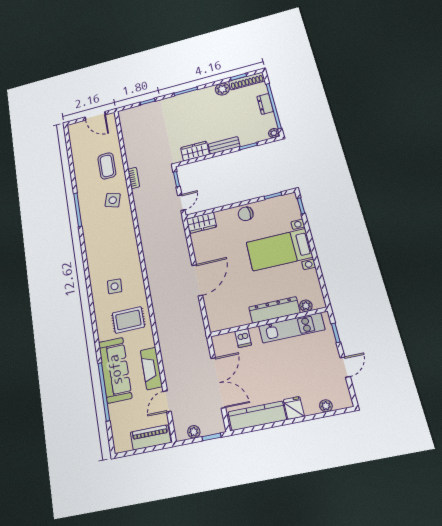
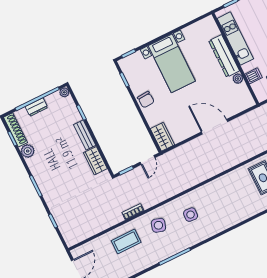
door: (181, 203) -> (148, 160), swing flipped
side table: (115, 286) -> (191, 215), moved
plant: (306, 306) -> (238, 79), moved

